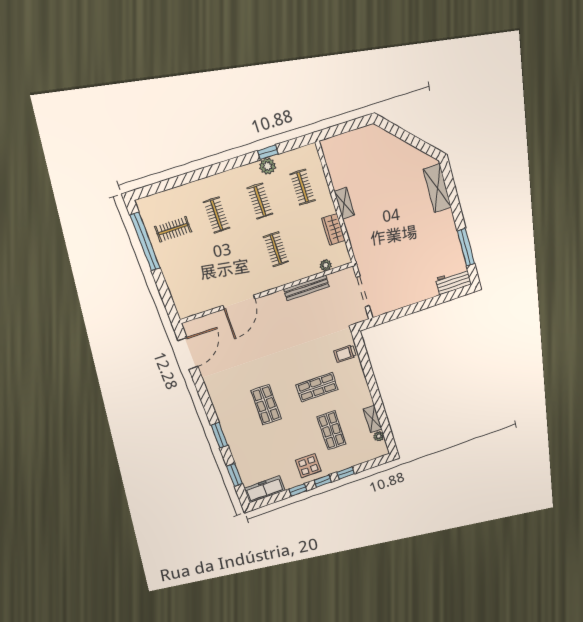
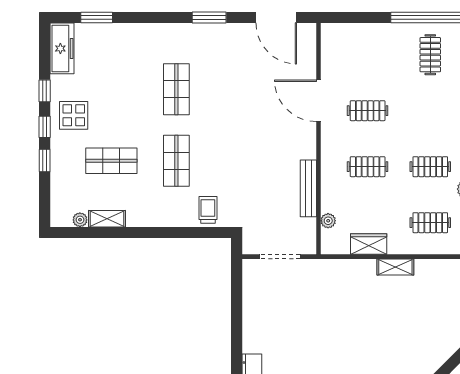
clothes rail: (217, 215) -> (368, 111), moved
shop shelf: (266, 405) -> (176, 89), turned 90
window: (219, 435) -> (209, 17), moved

